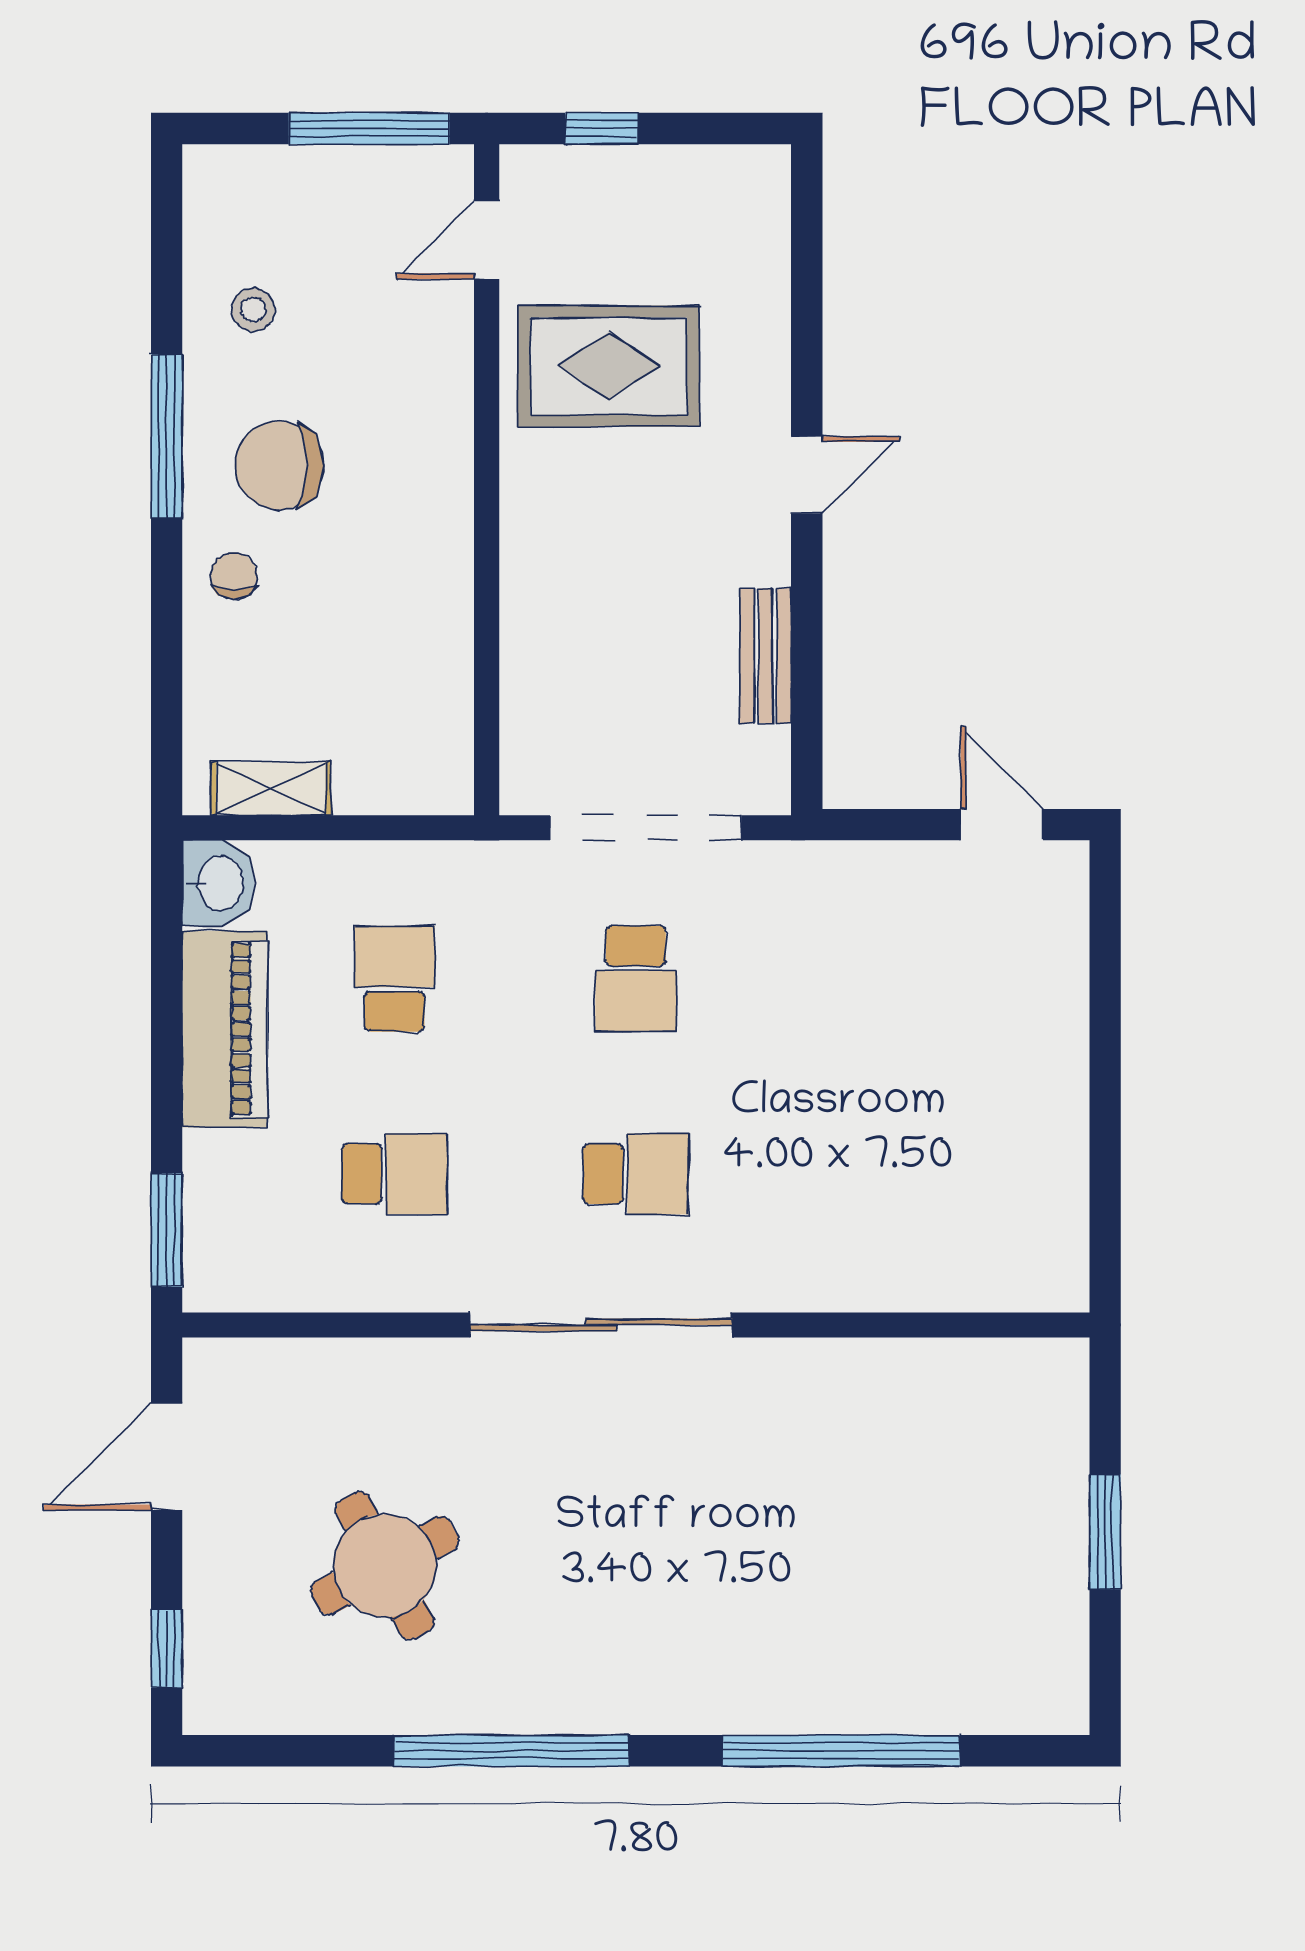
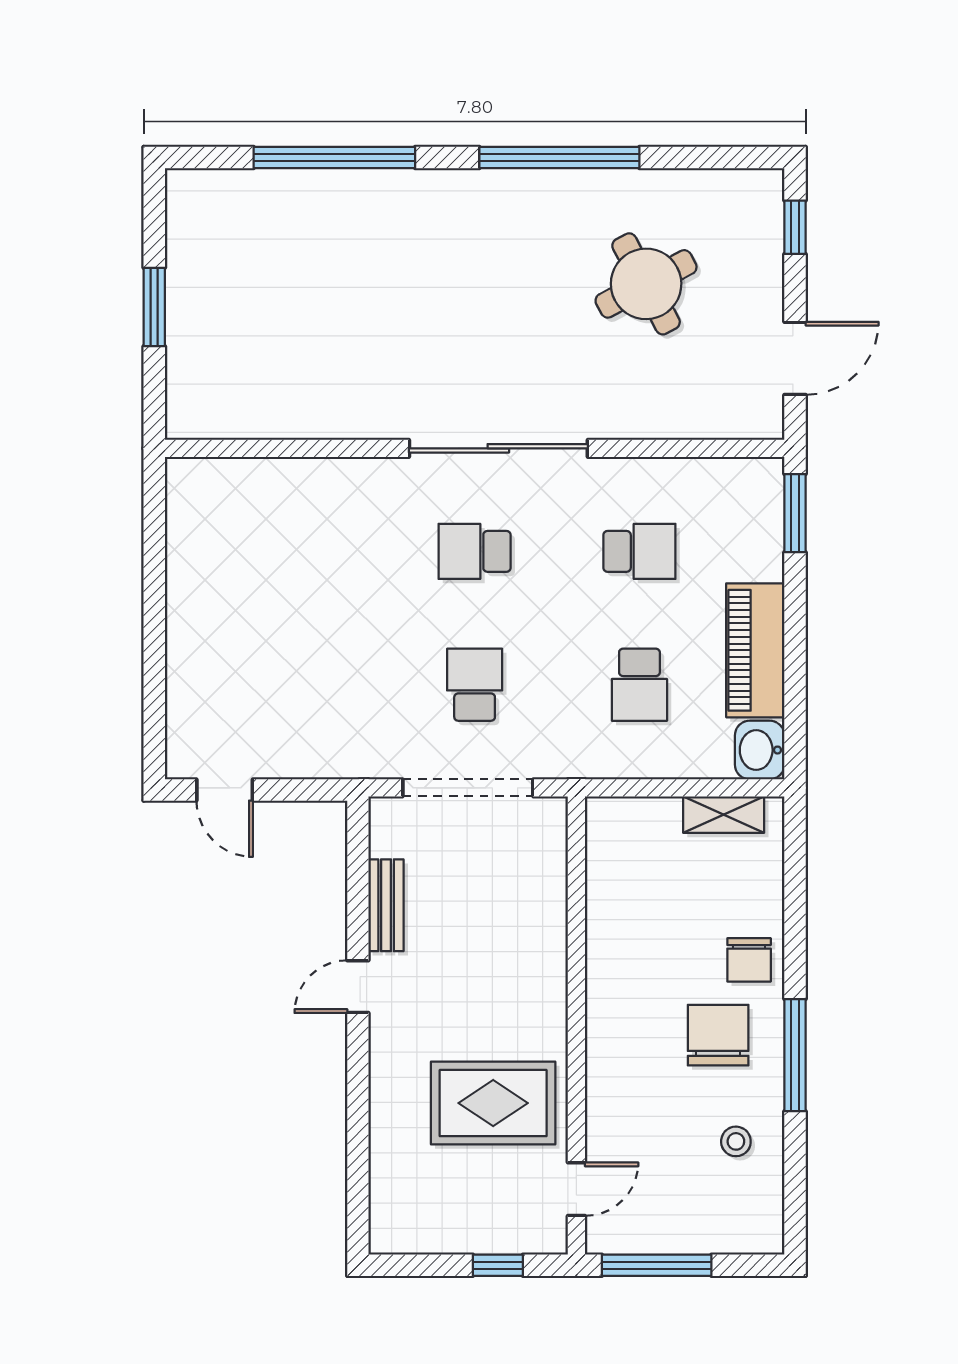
chair: (279, 465) -> (718, 1035), turned -90
door: (807, 475) -> (358, 987), moved
chair: (234, 576) -> (749, 960), width x1.37, depth x1.37
school desk: (394, 1174) -> (639, 551), turned 180

